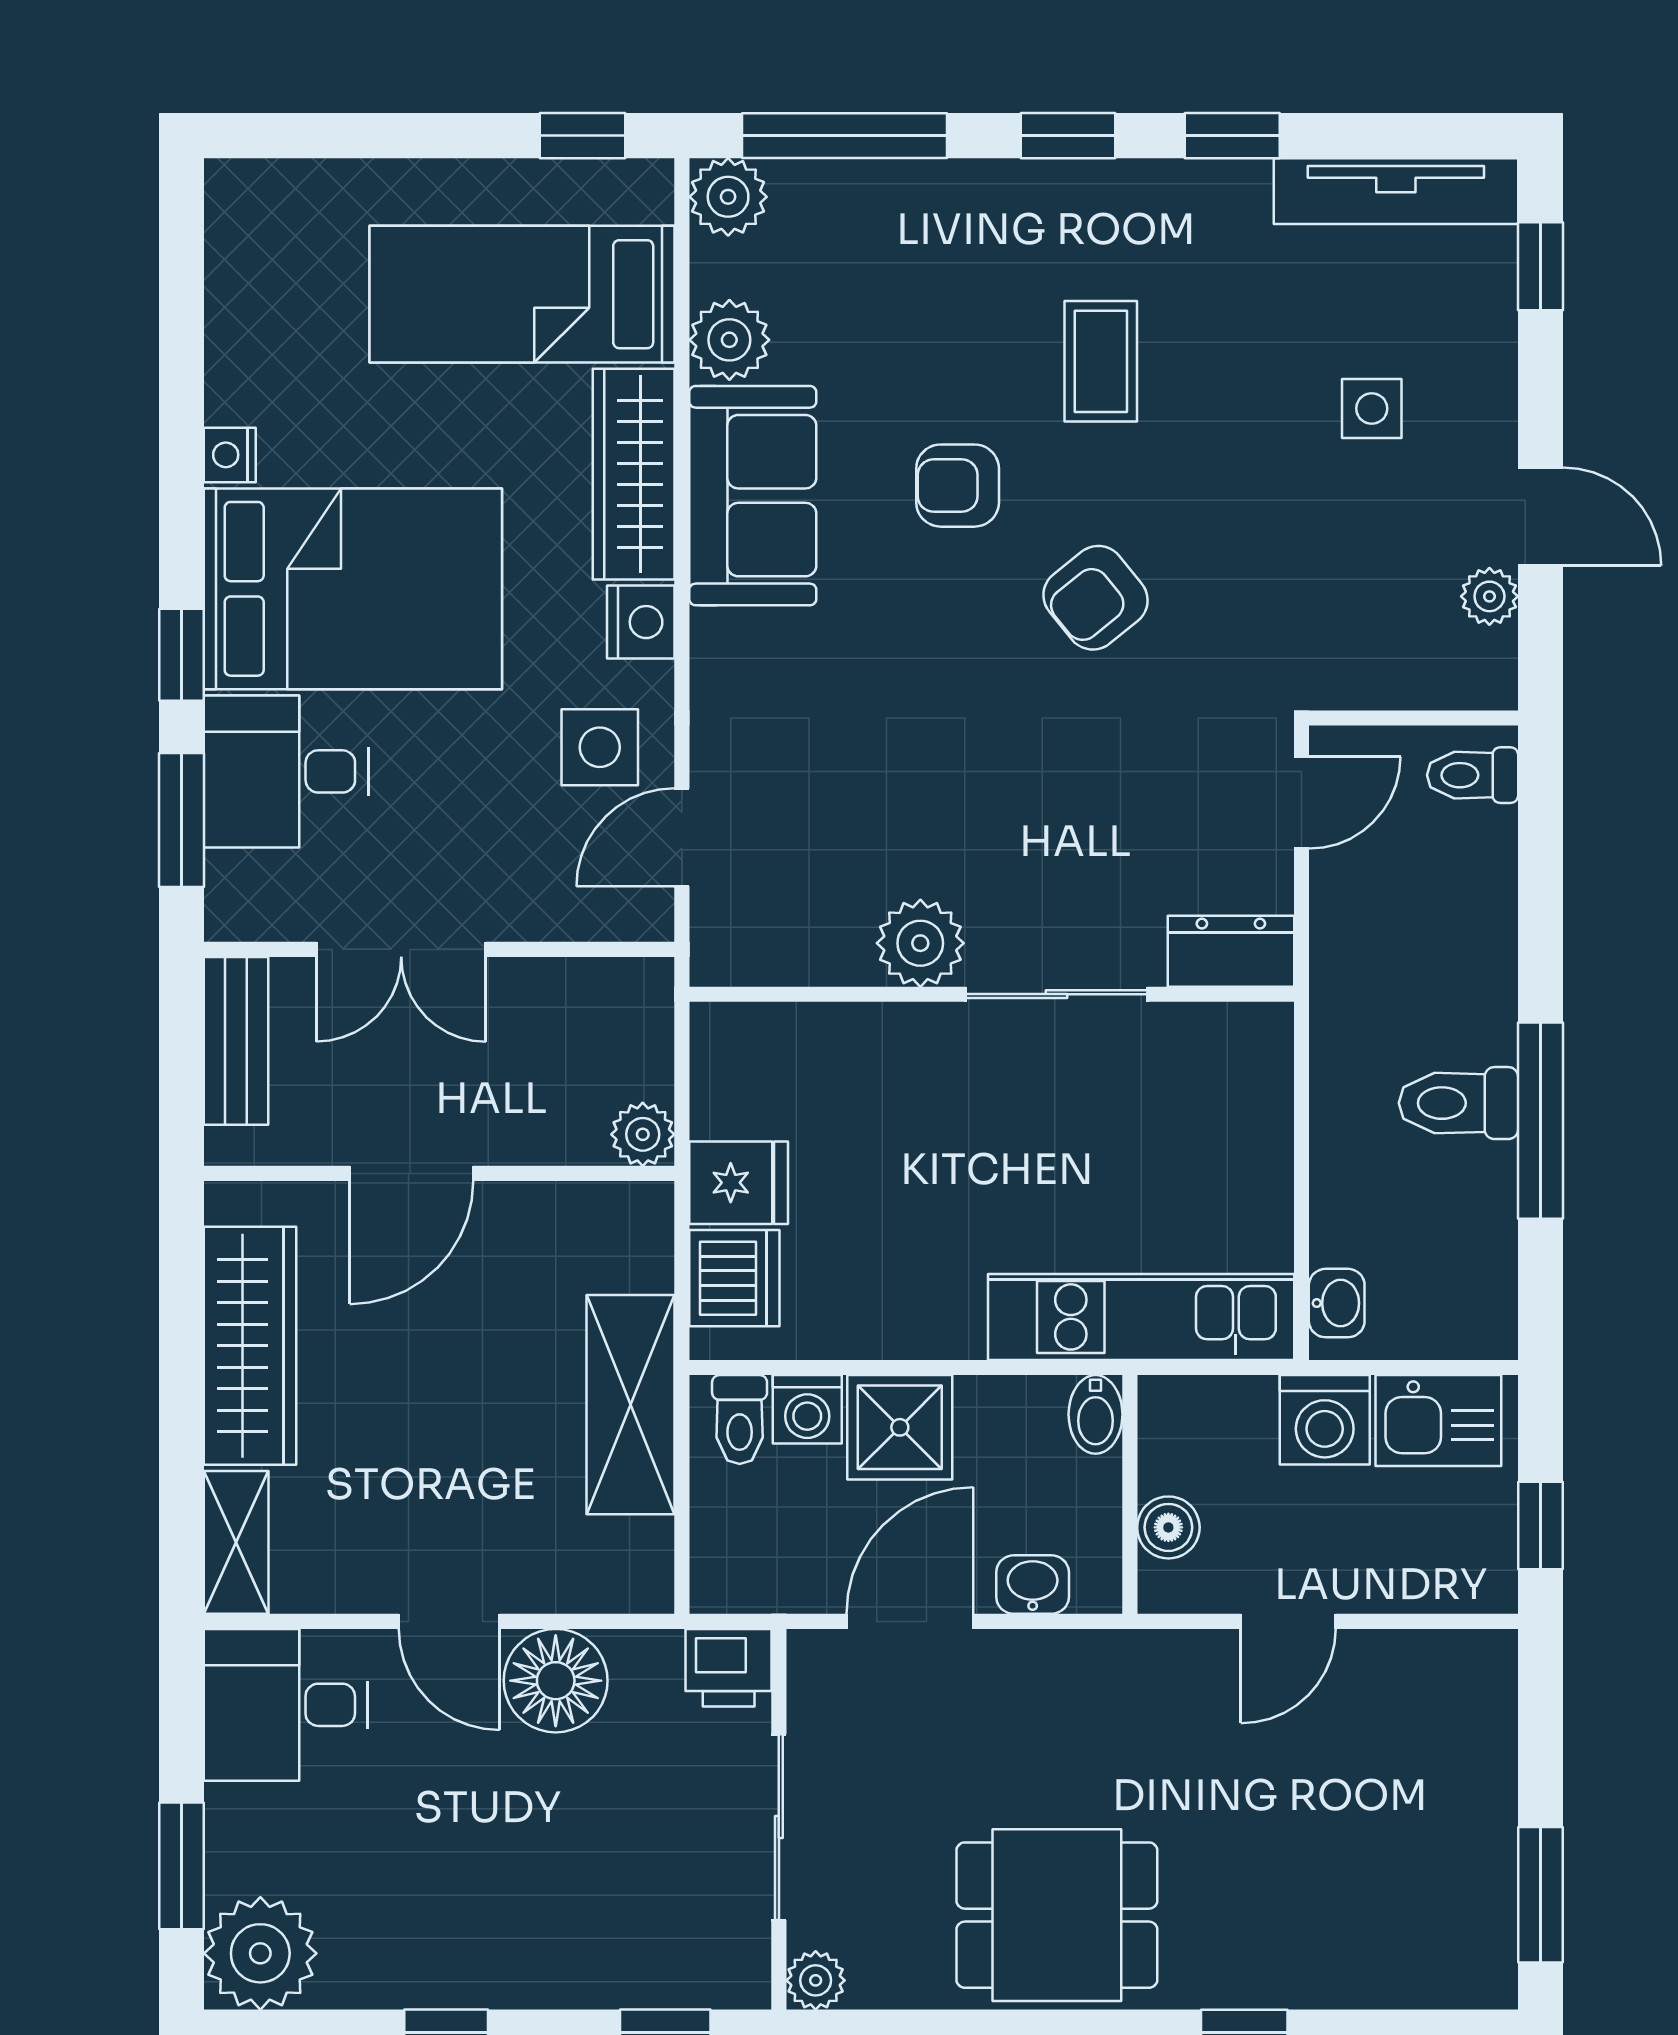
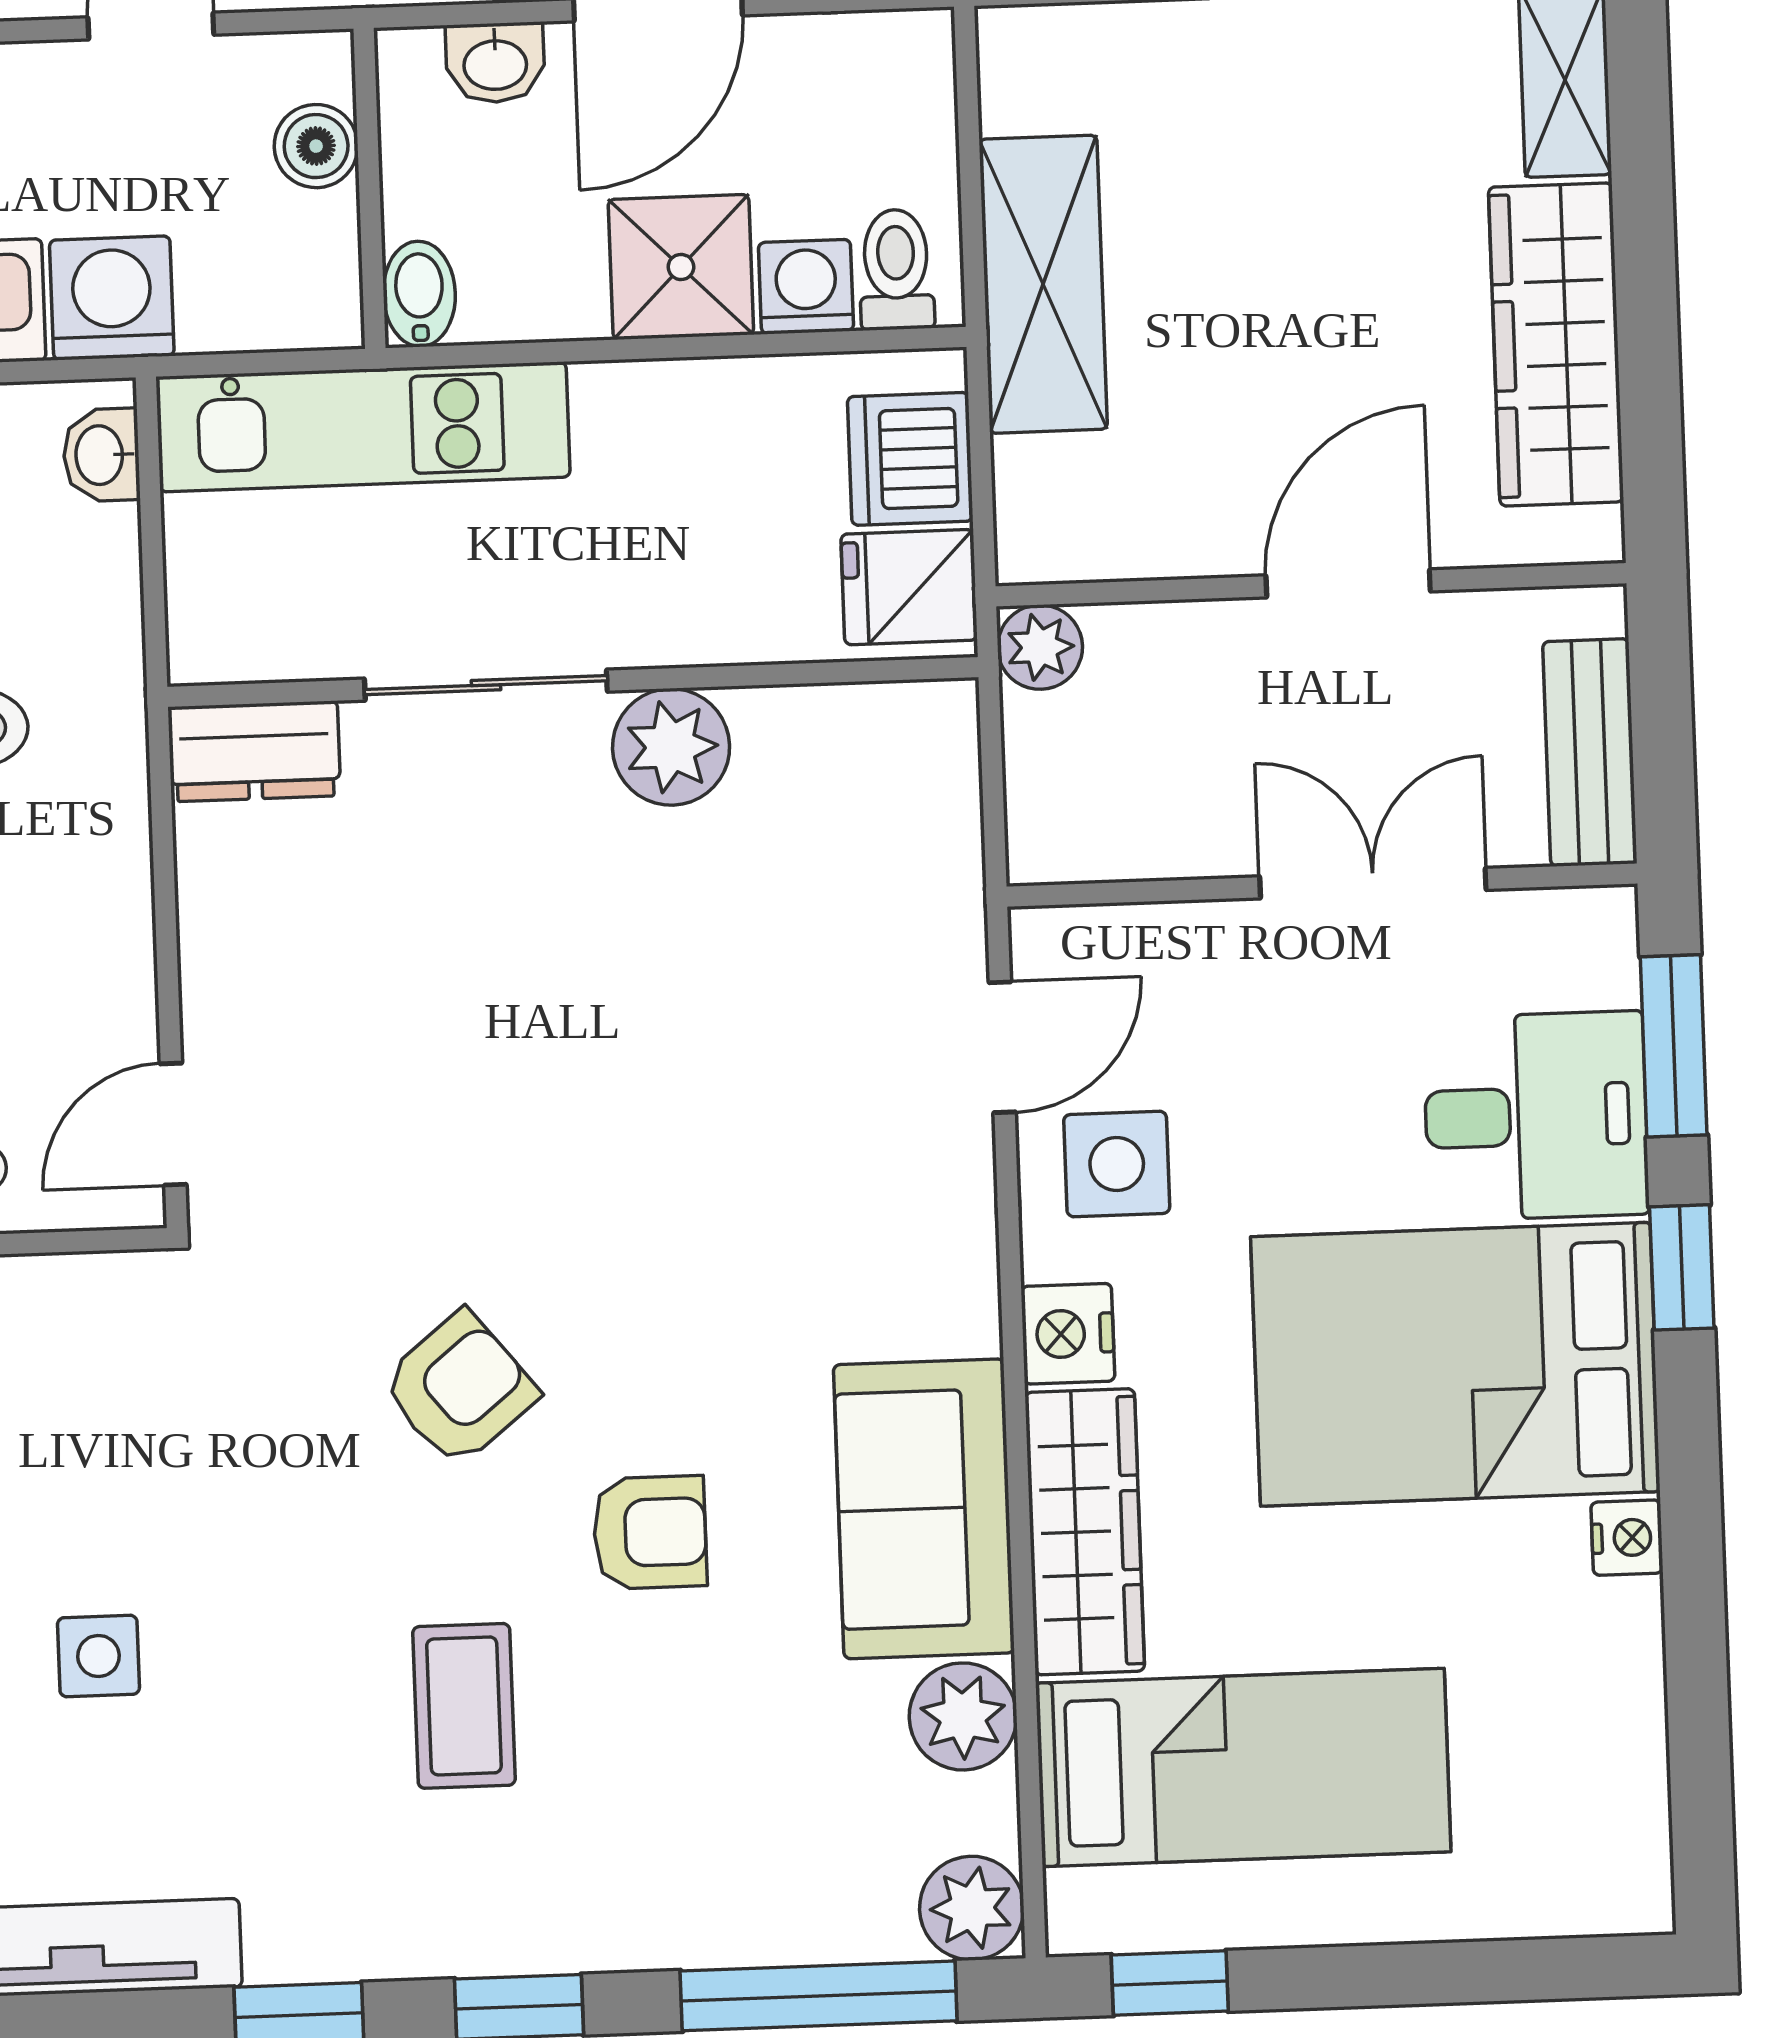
plant: (920, 943) -> (671, 747), moved
dresser: (1231, 951) -> (254, 751), moved
wall: (992, 994) -> (573, 682), moved
sliding door: (1057, 994) -> (486, 685), moved

